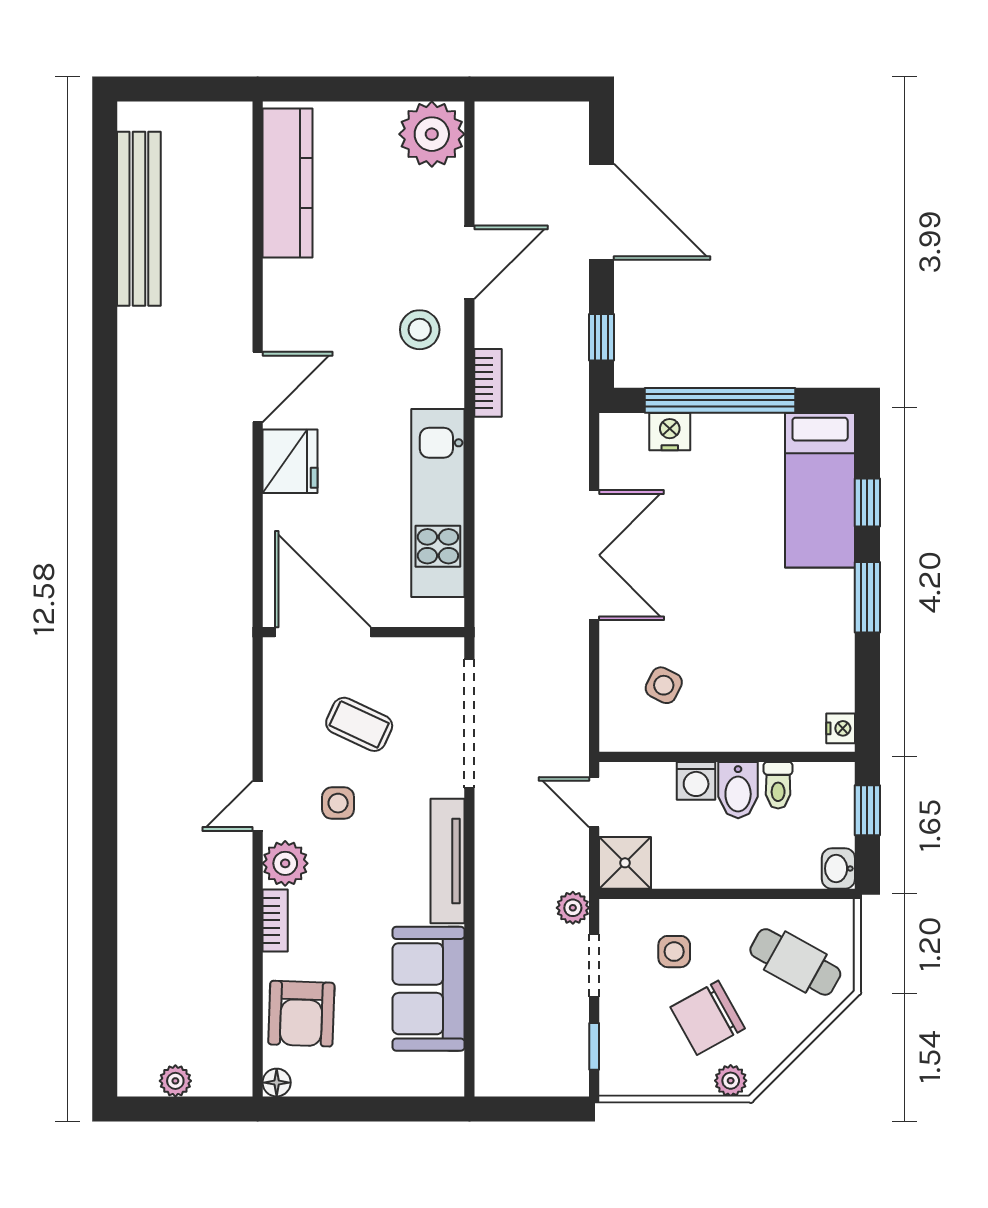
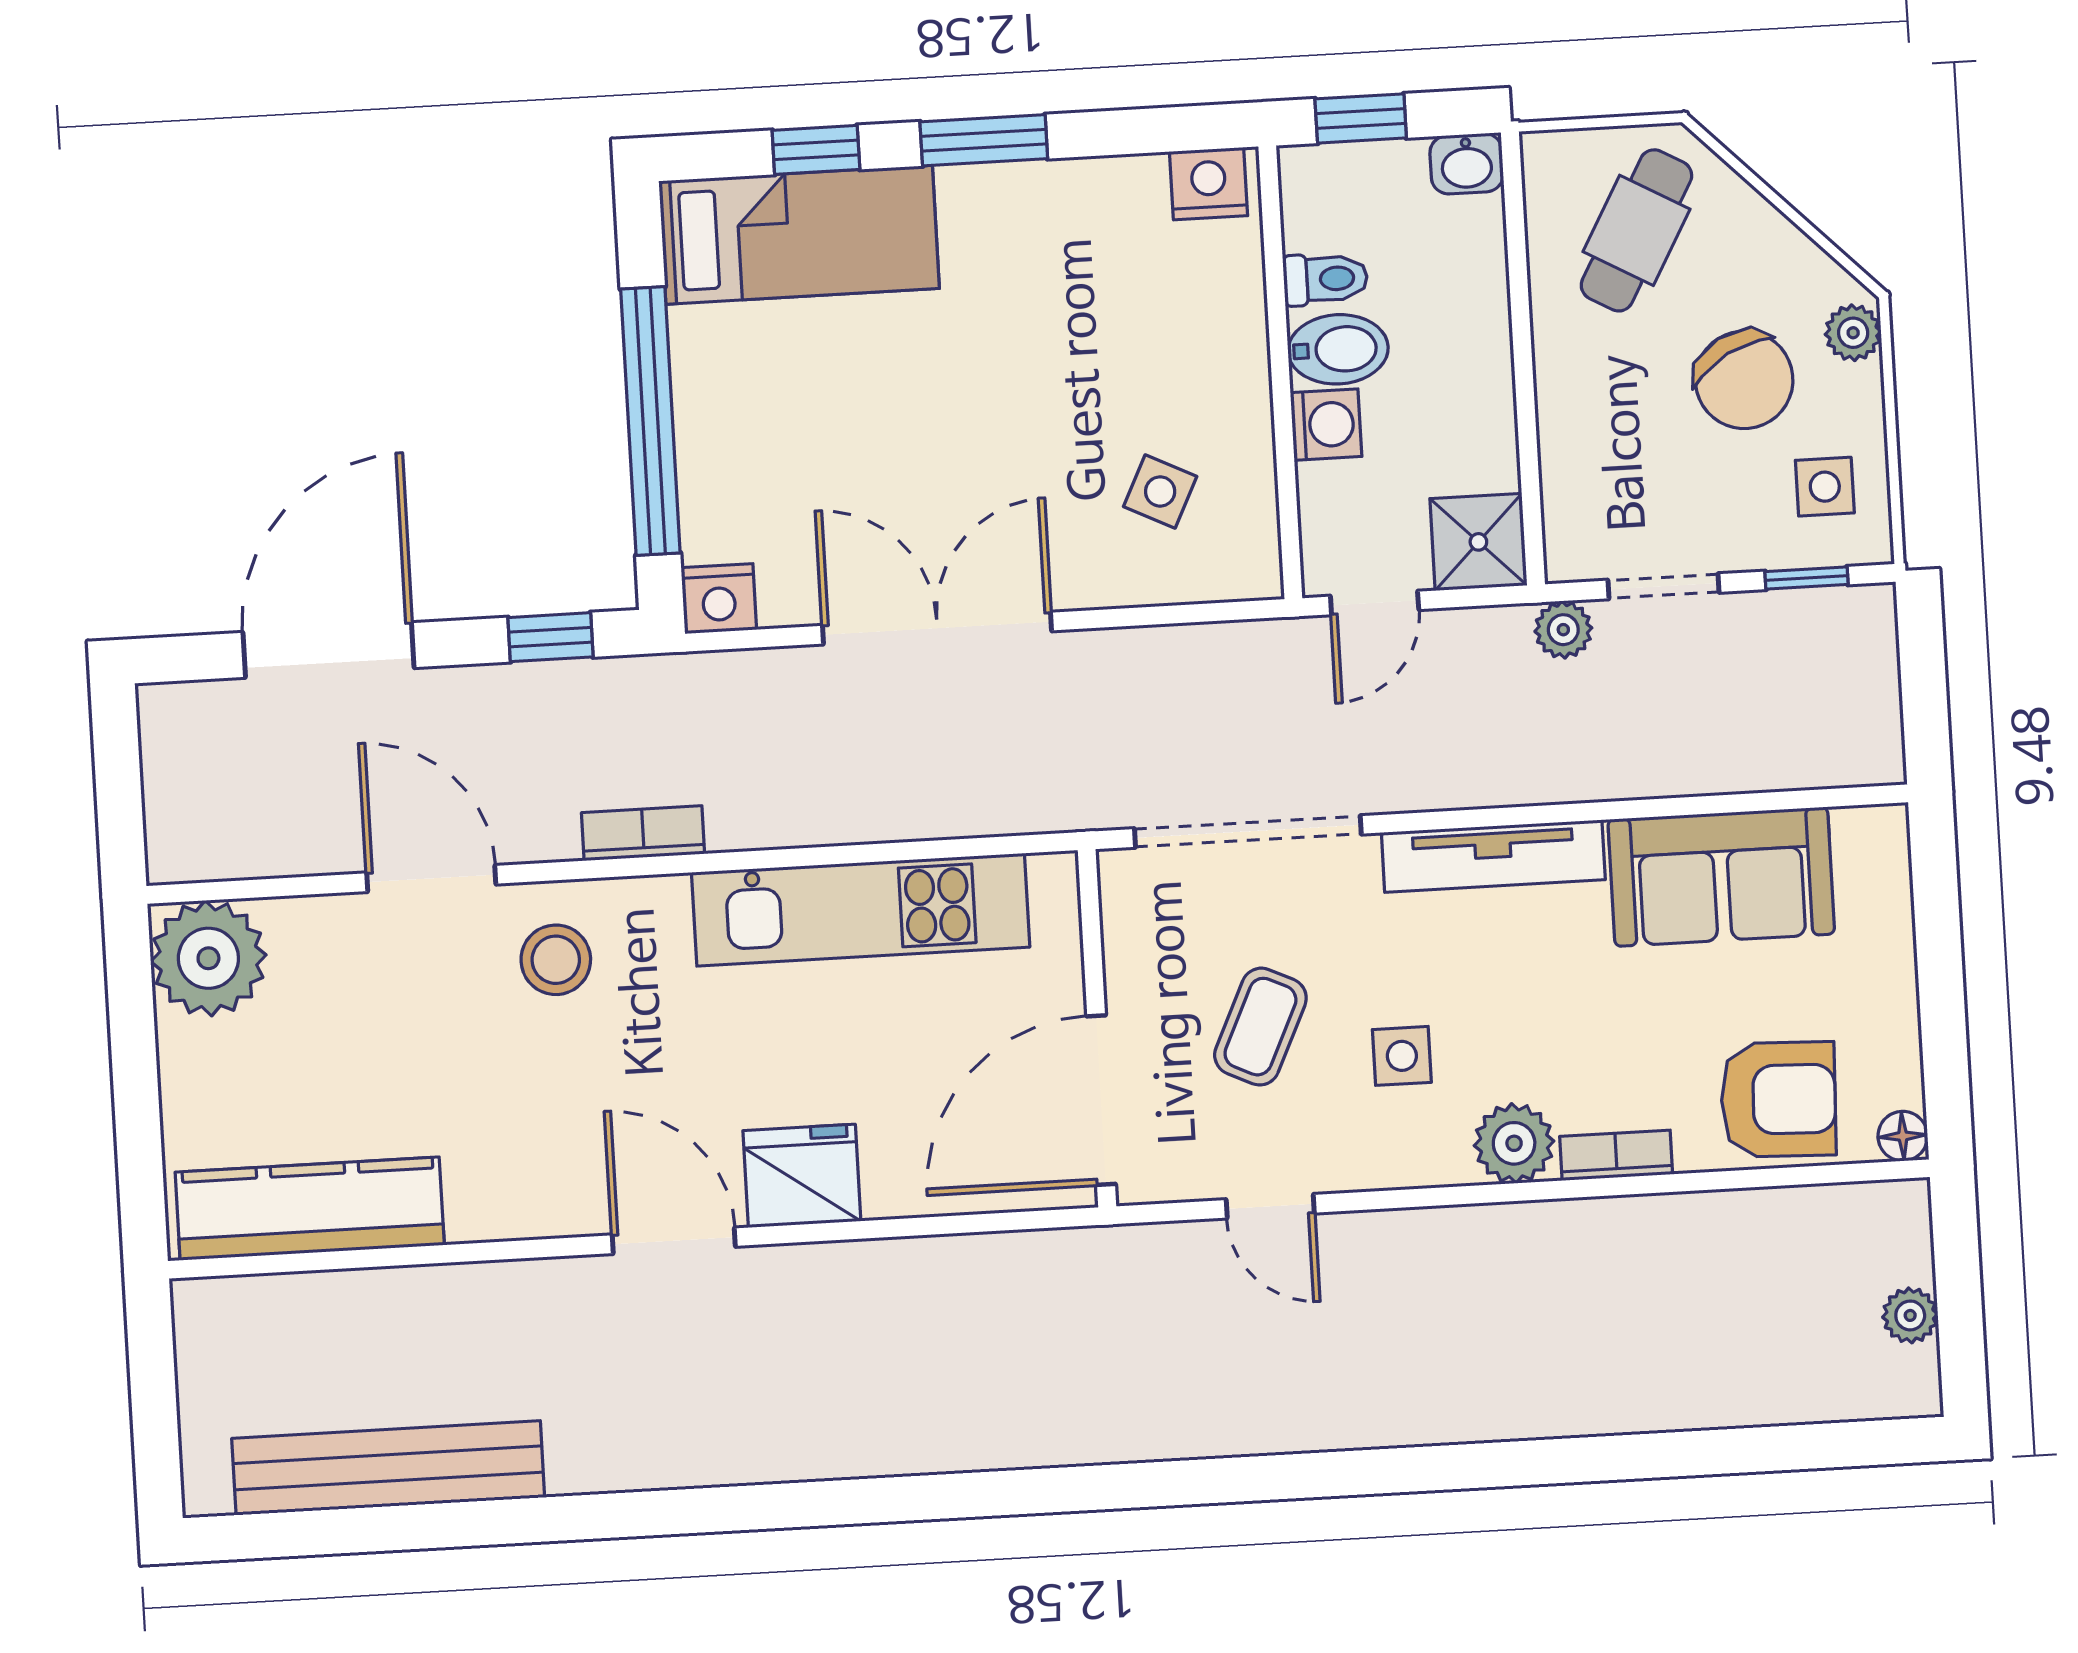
nightstand: (670, 432) -> (719, 599), moved, turned -90
nightstand: (841, 728) -> (1209, 184), width x1.39, depth x1.35
door: (258, 806) -> (1270, 1206), moved
side table: (674, 952) -> (1825, 487), moved

